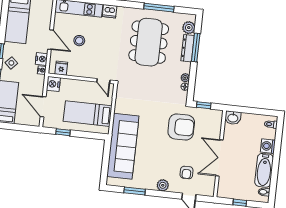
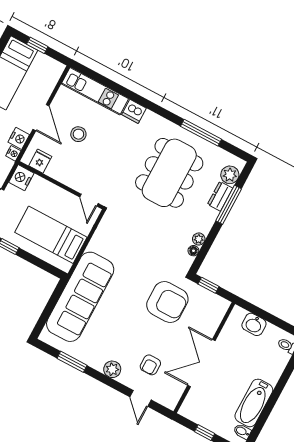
dresser: (188, 48) -> (220, 196), width x0.70
washbasin: (233, 118) -> (254, 324), moved
washing machine: (268, 146) -> (272, 373), removed

